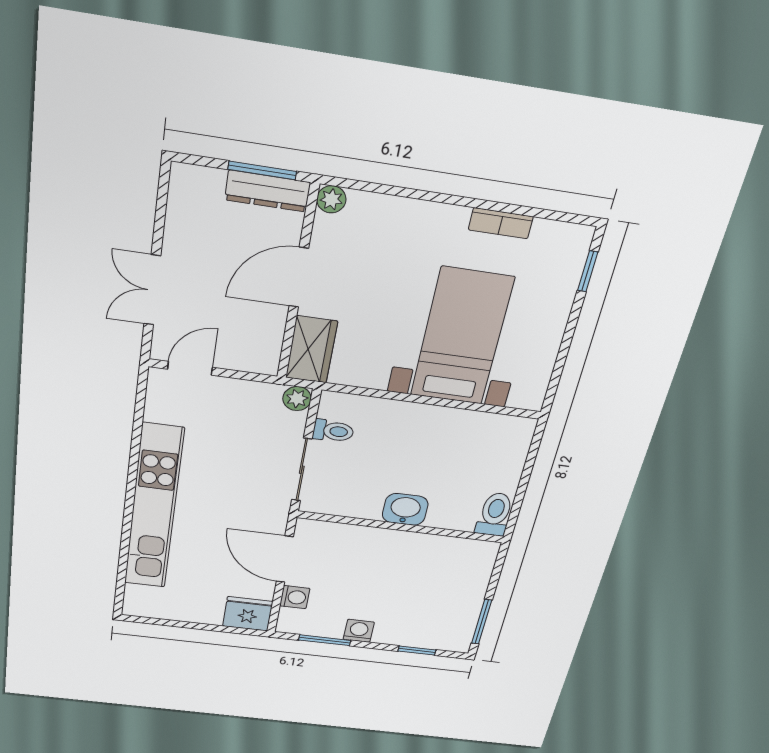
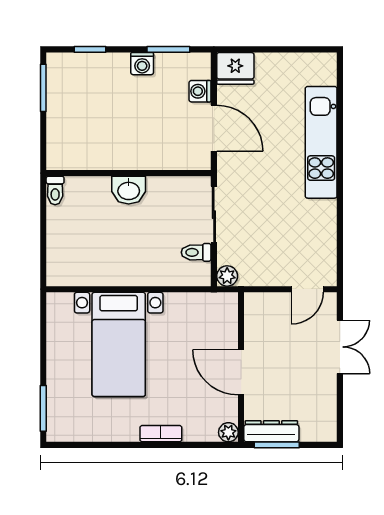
bookcase: (501, 223) -> (161, 434), moved
window: (588, 271) -> (43, 408), width x1.50
door: (299, 277) -> (241, 372), swing flipped
wardrobe: (311, 350) -> (223, 318), removed
kitchen unit: (154, 508) -> (321, 142), width x0.73
toilet: (495, 514) -> (55, 190), width x0.73, depth x0.72

